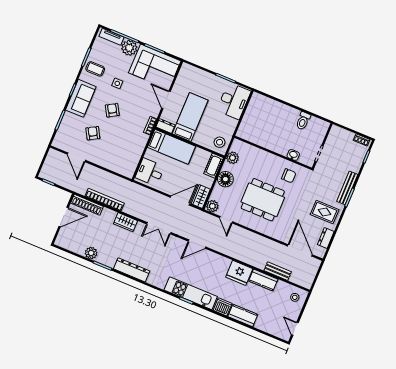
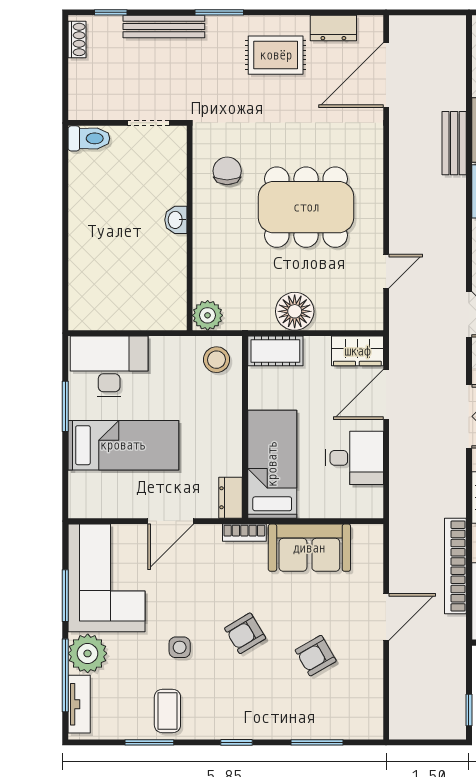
sofa: (81, 98) -> (309, 548), moved, turned 180
bed: (190, 117) -> (123, 445), moved, turned 180
toilet: (303, 121) -> (89, 138), moved
washbasin: (293, 155) -> (176, 220), moved
door: (76, 157) -> (386, 617), moved
plant: (233, 158) -> (208, 315), moved
desk: (150, 172) -> (354, 458), moved, turned -90
bench: (347, 188) -> (164, 27), moved
door: (180, 200) -> (386, 394), hinge flipped
dining table: (263, 200) -> (306, 207), turned 90
plant: (212, 206) -> (368, 315), removed
rug: (325, 212) -> (276, 55), turned 90
bench: (278, 271) -> (454, 143), moved

